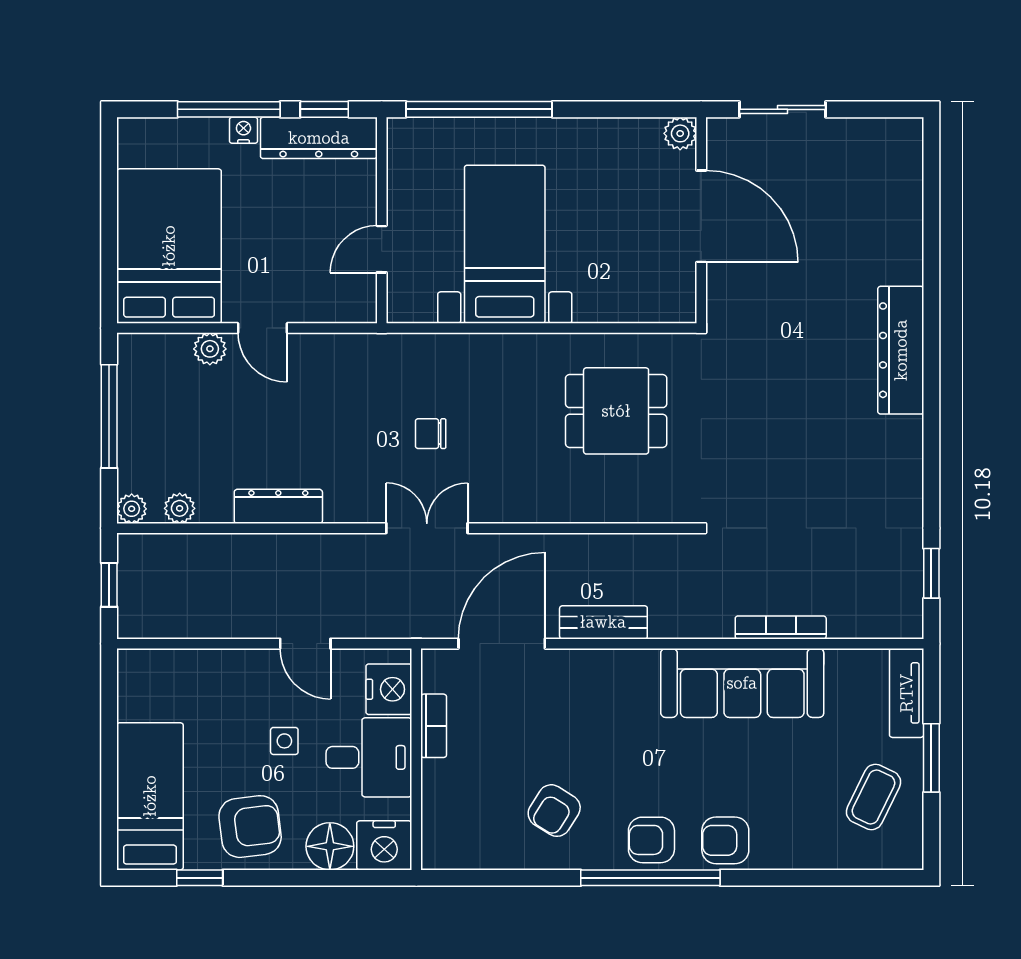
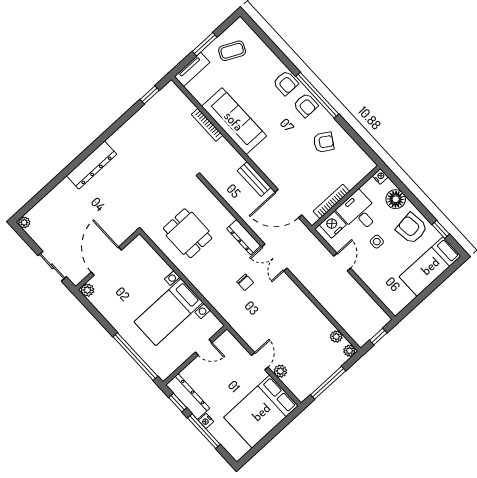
plant: (909, 132) -> (24, 222), added
dresser: (278, 506) -> (244, 237), moved
bookcase: (434, 726) -> (331, 201), width x1.56
nightstand: (384, 845) -> (380, 176), width x0.53, depth x0.56

